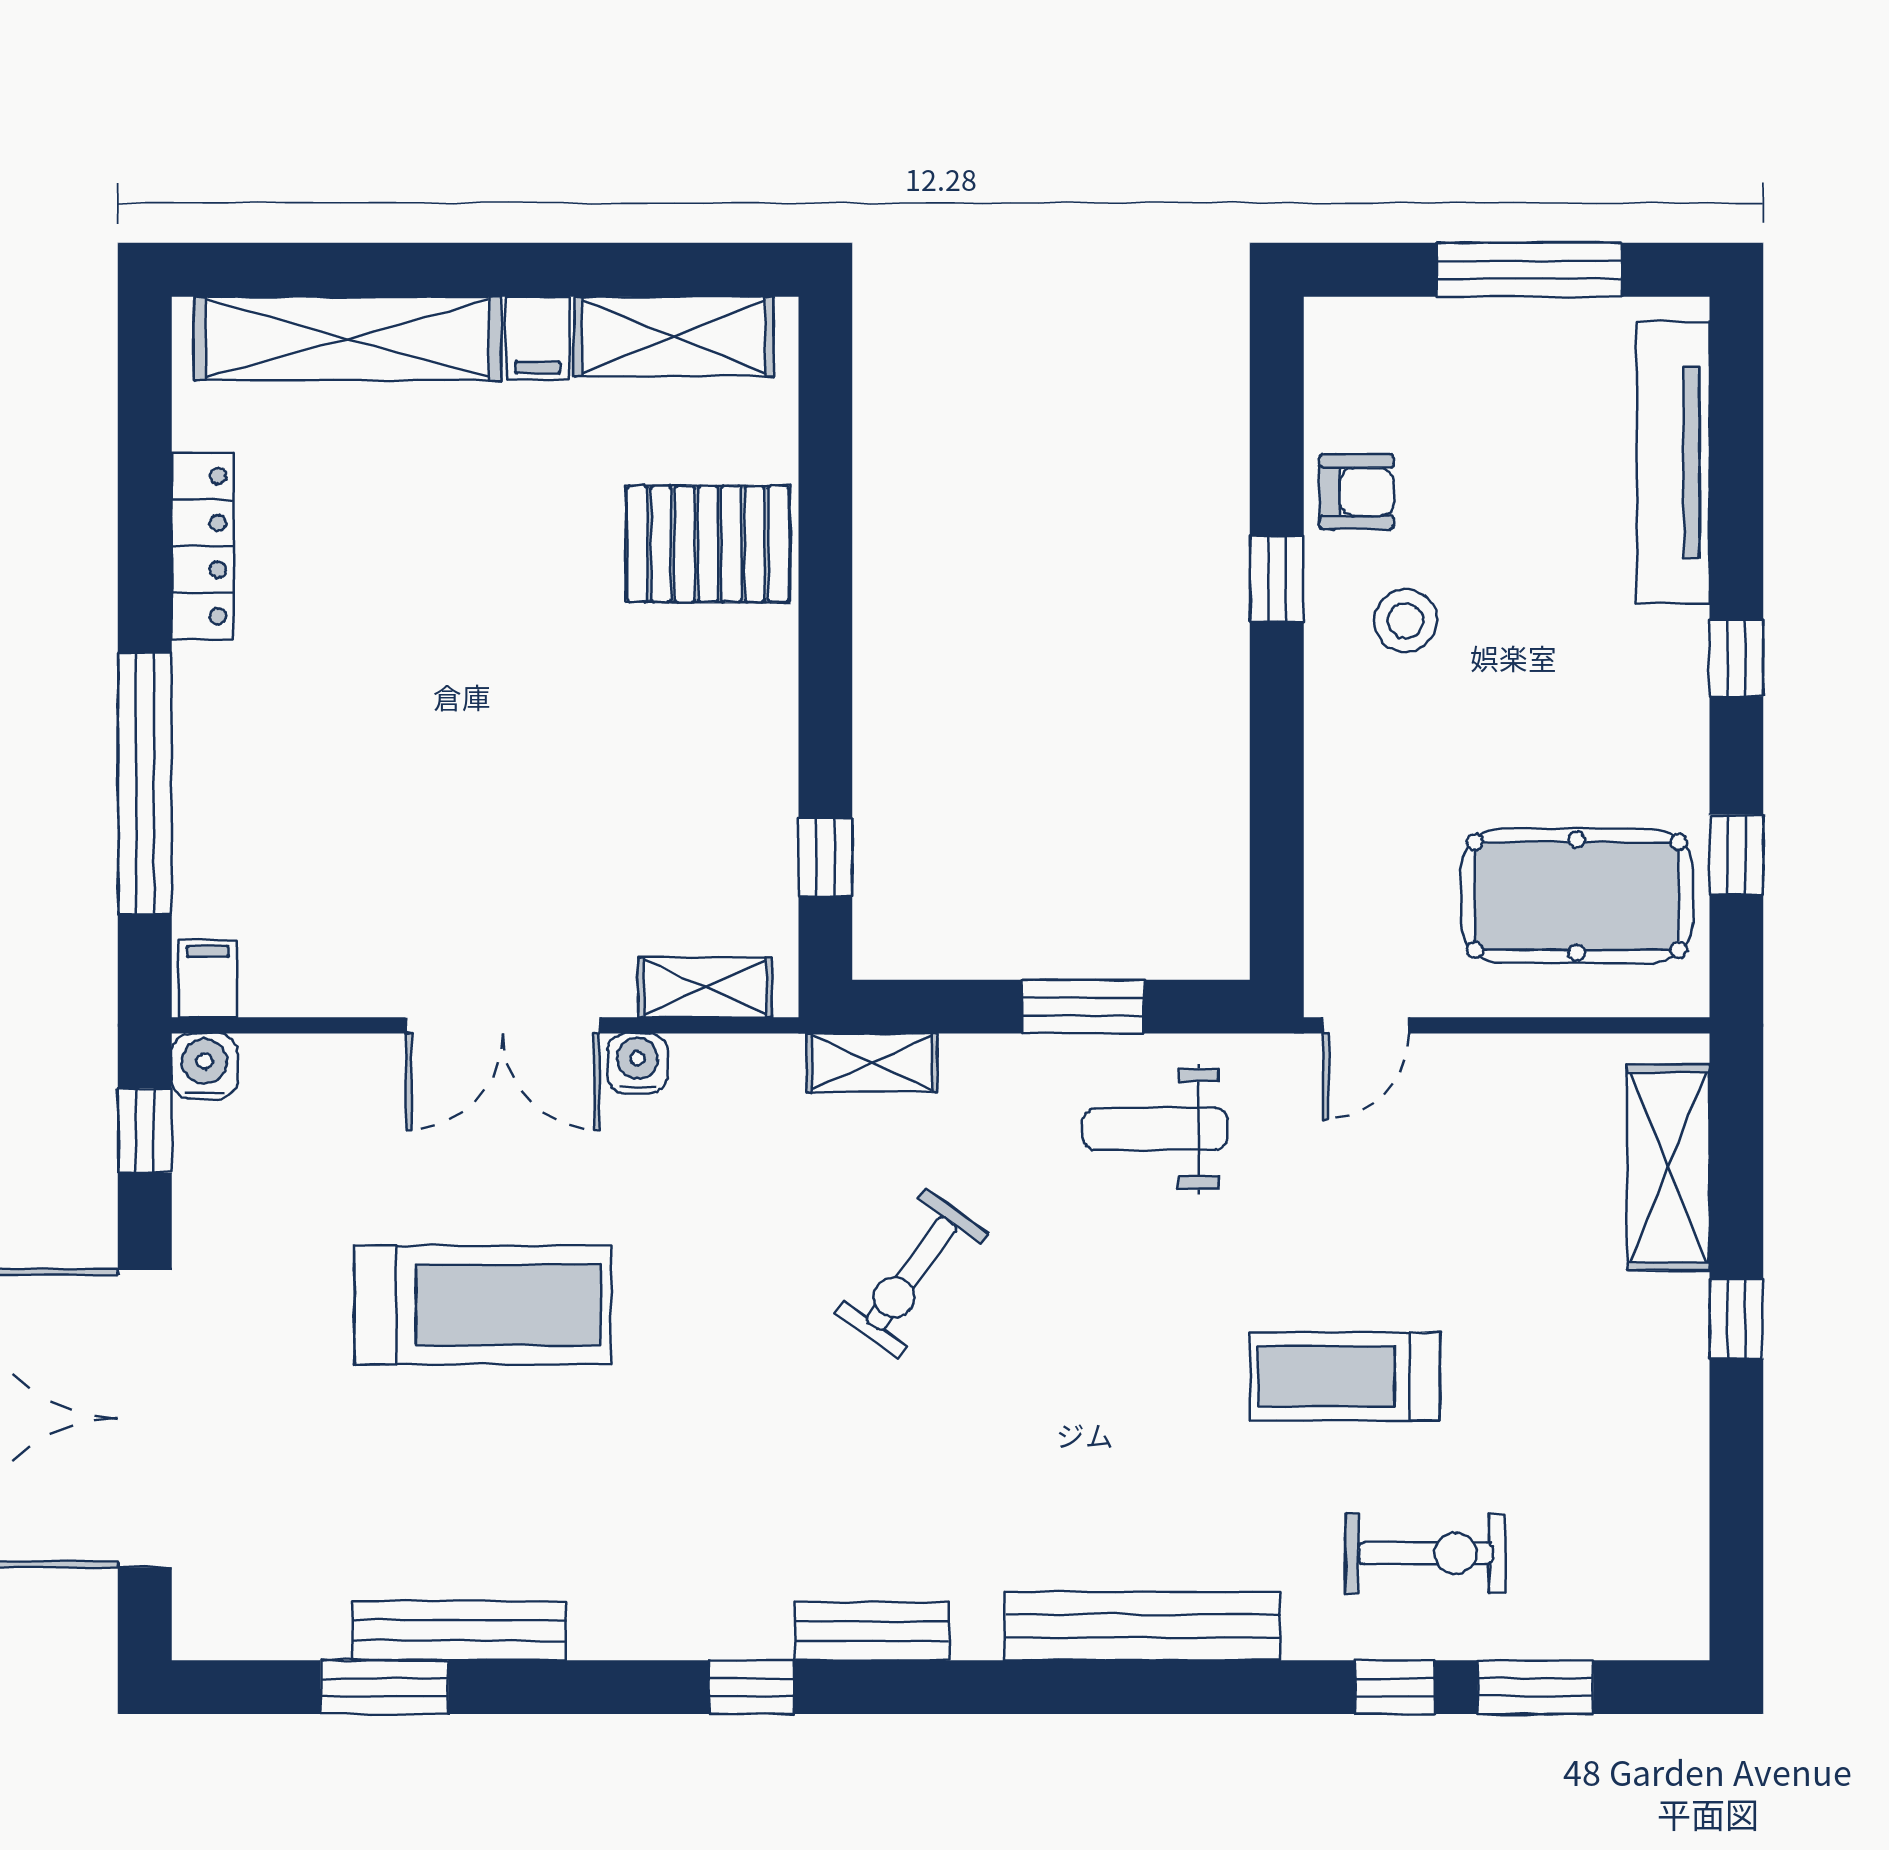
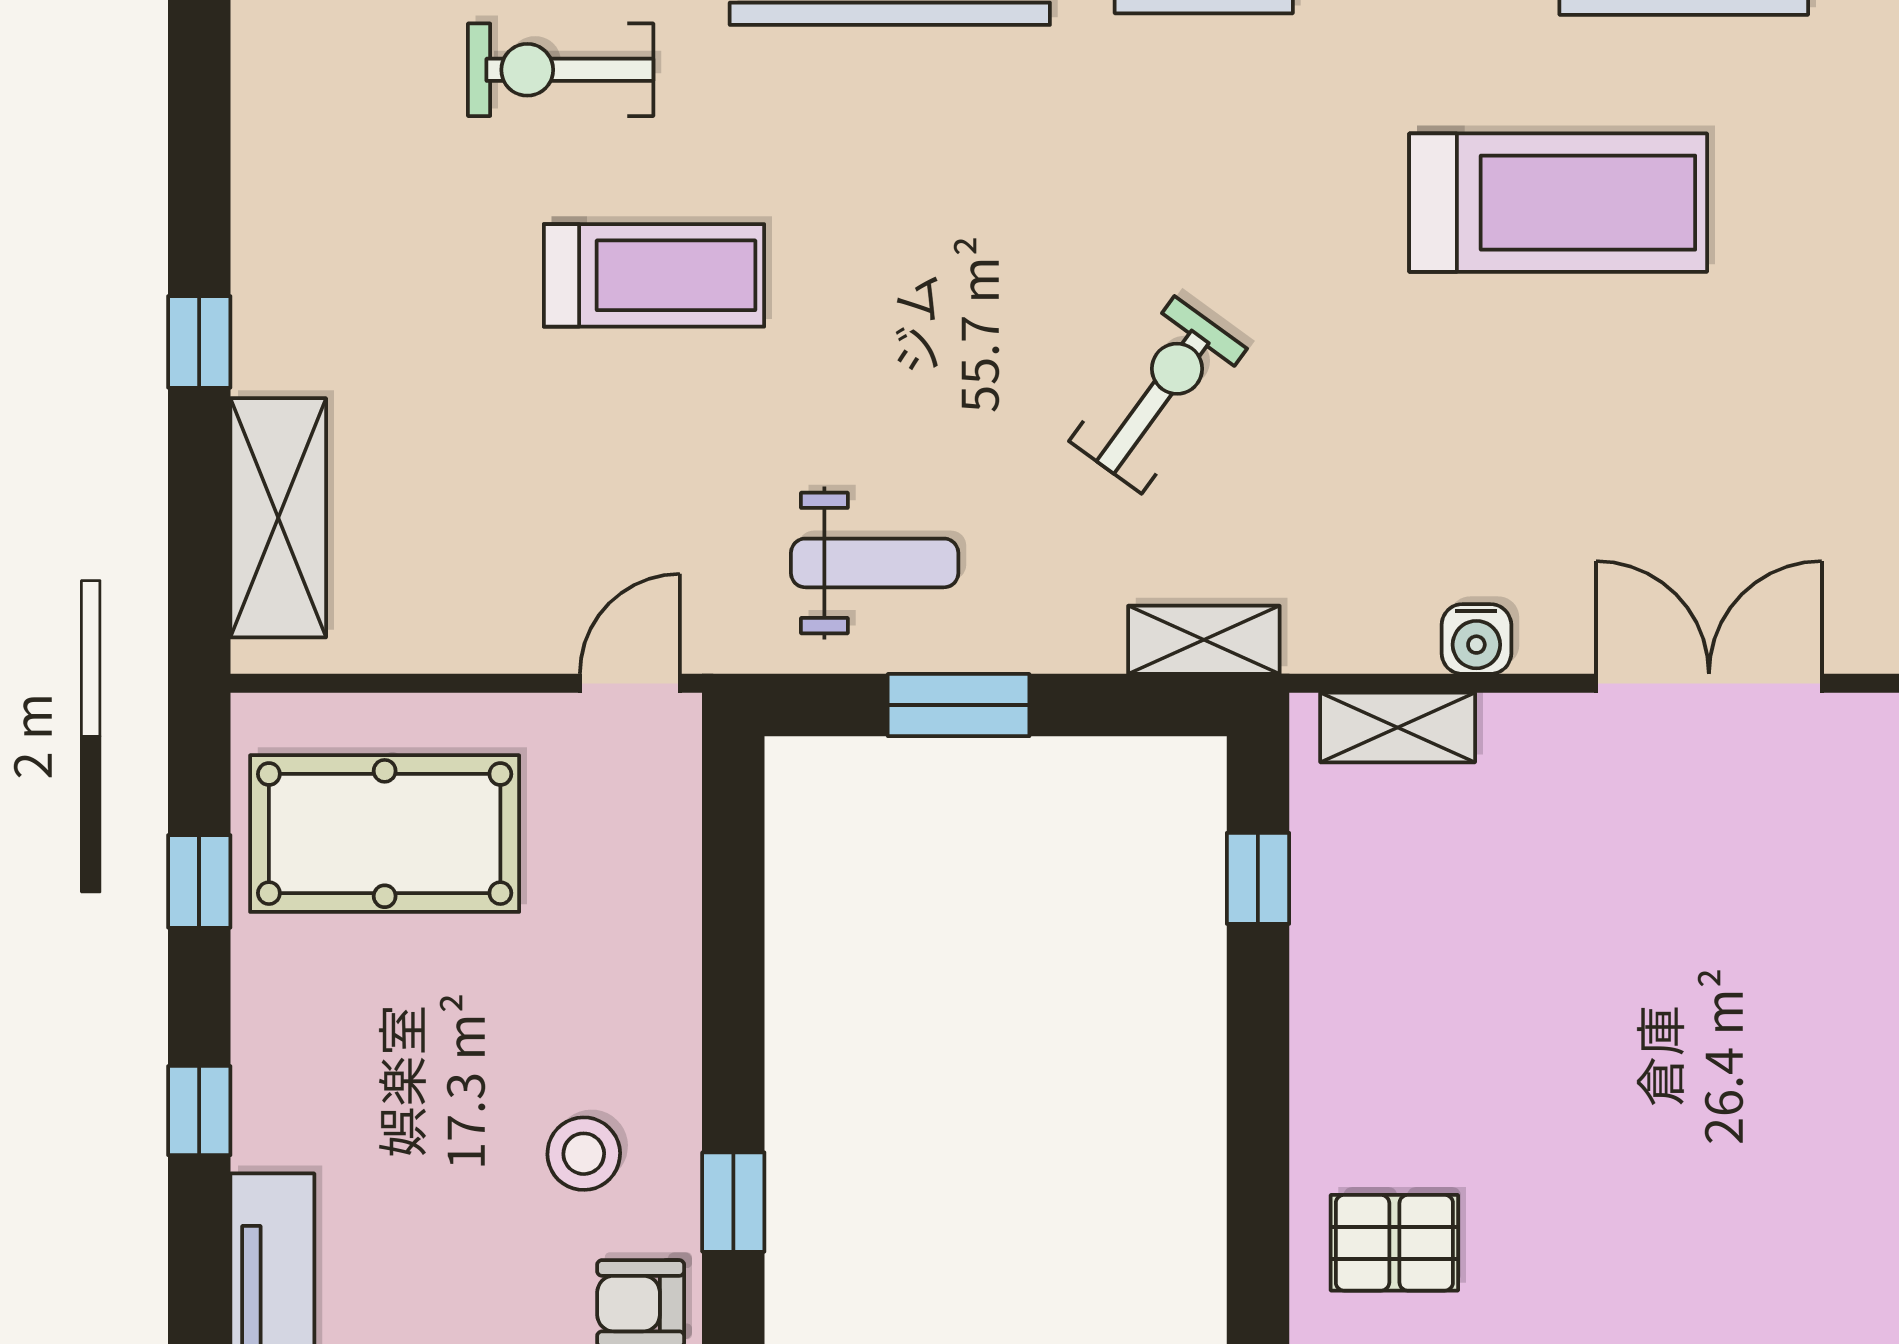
pallet: (708, 544) -> (1394, 1243), width x0.67, depth x0.71
double door: (503, 1025) -> (1709, 683), moved
treadmill: (483, 1305) -> (1558, 203), moved, turned 180

